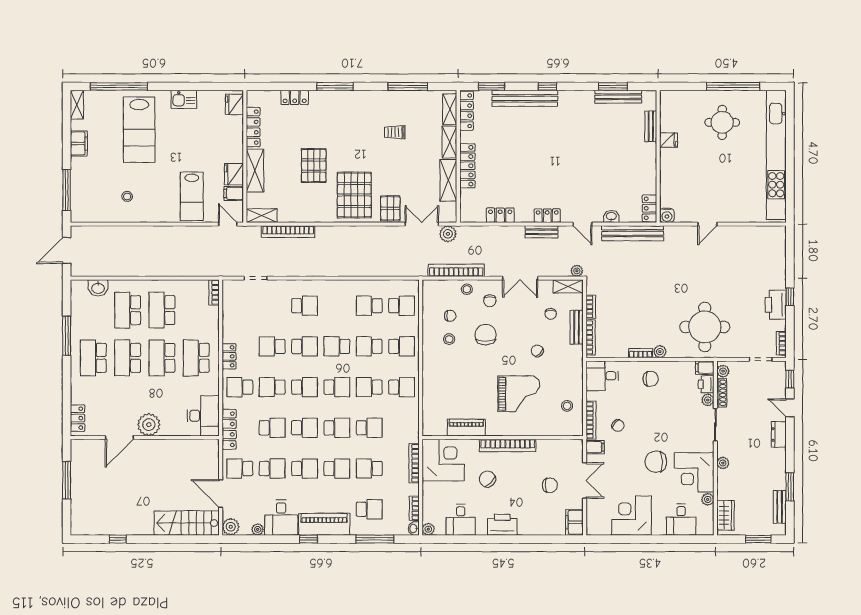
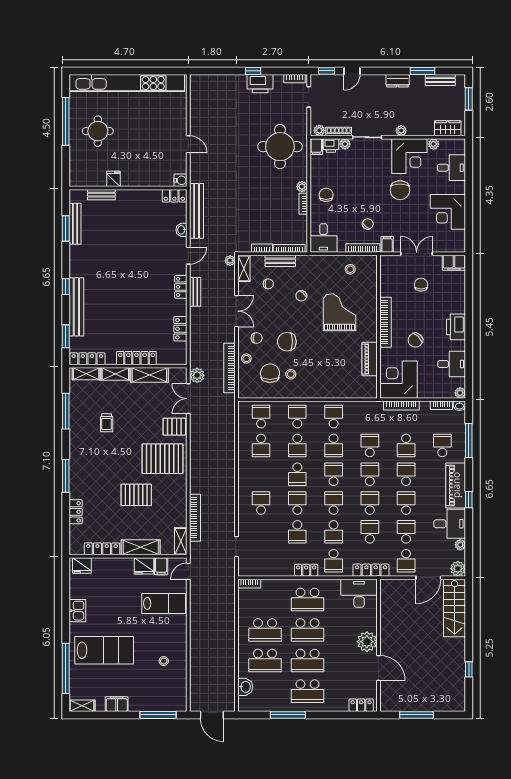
chair: (450, 316) -> (270, 373), width x1.87, depth x1.87
dresser: (779, 434) -> (398, 81), moved

